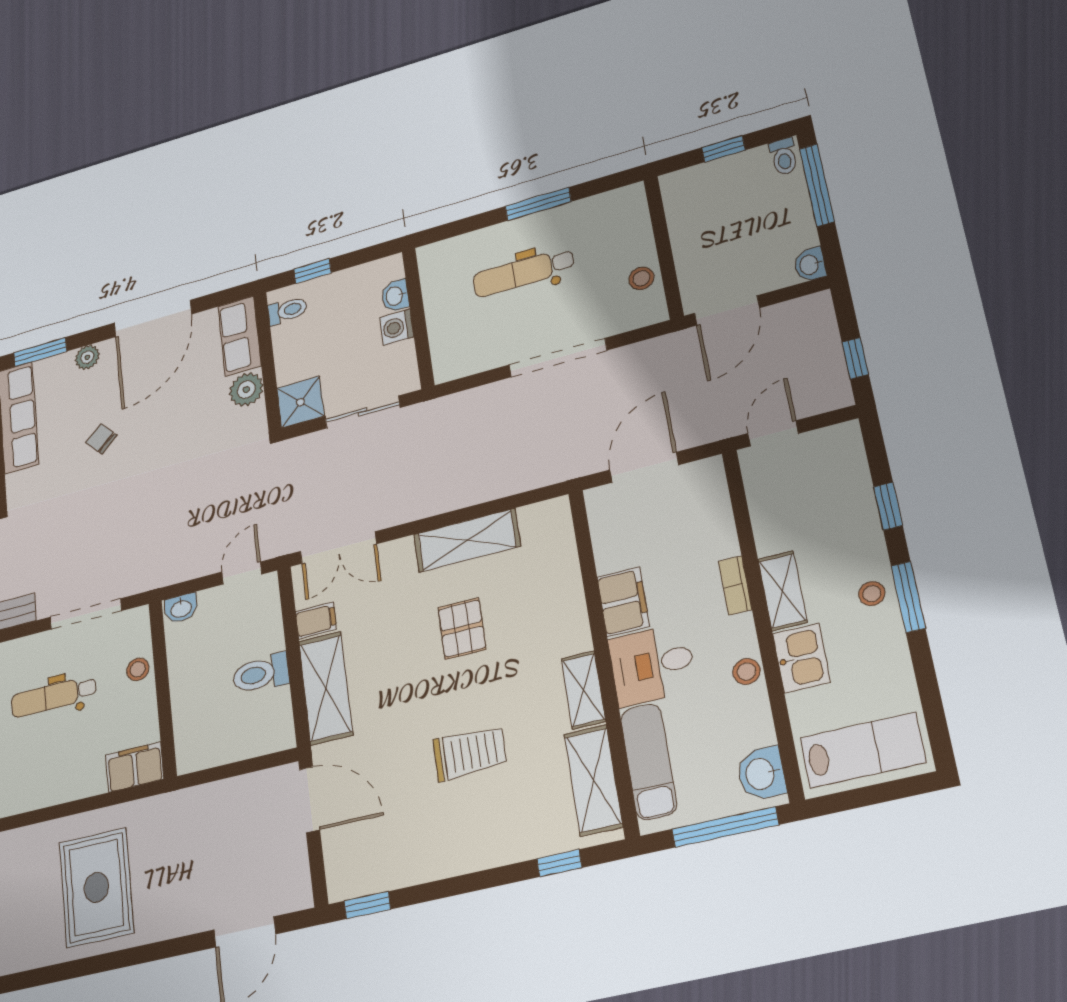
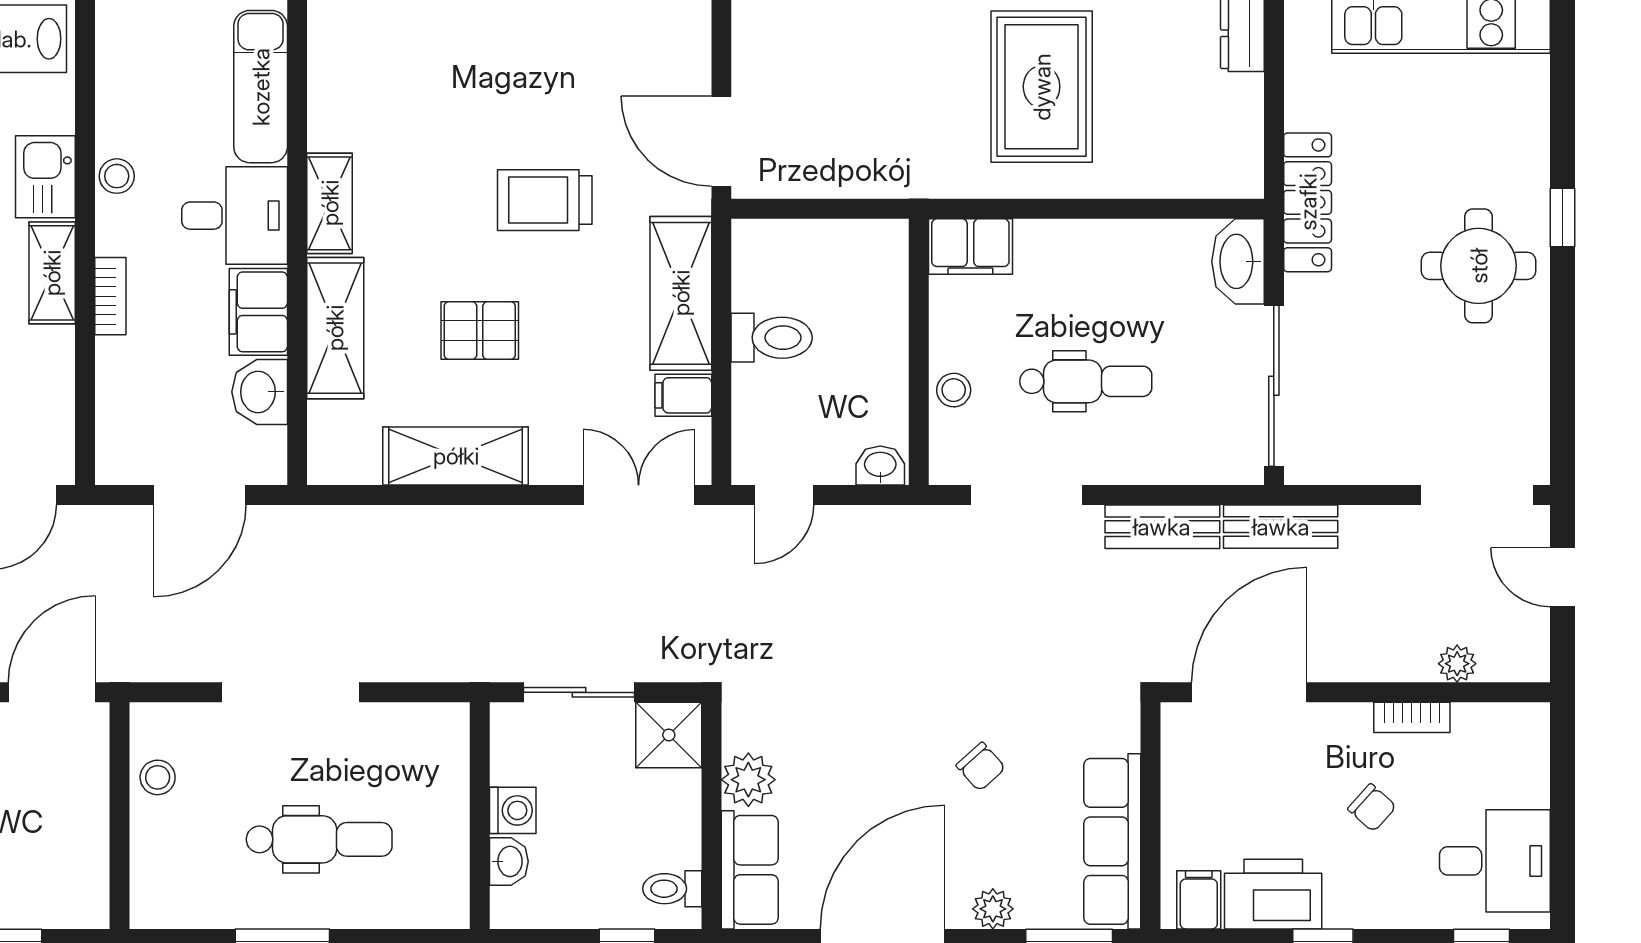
pallet: (462, 628) -> (480, 331), turned 90
trolley: (470, 753) -> (545, 200), moved
washbasin: (761, 774) -> (260, 392), moved, turned 180
shelving: (593, 780) -> (335, 328), moved

